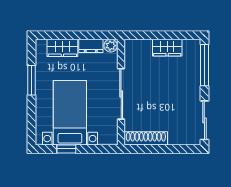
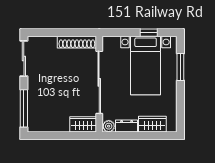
wardrobe: (167, 48) -> (83, 124), moved
window: (31, 80) -> (180, 67), moved
sliding door: (121, 94) -> (99, 82), width x1.36

